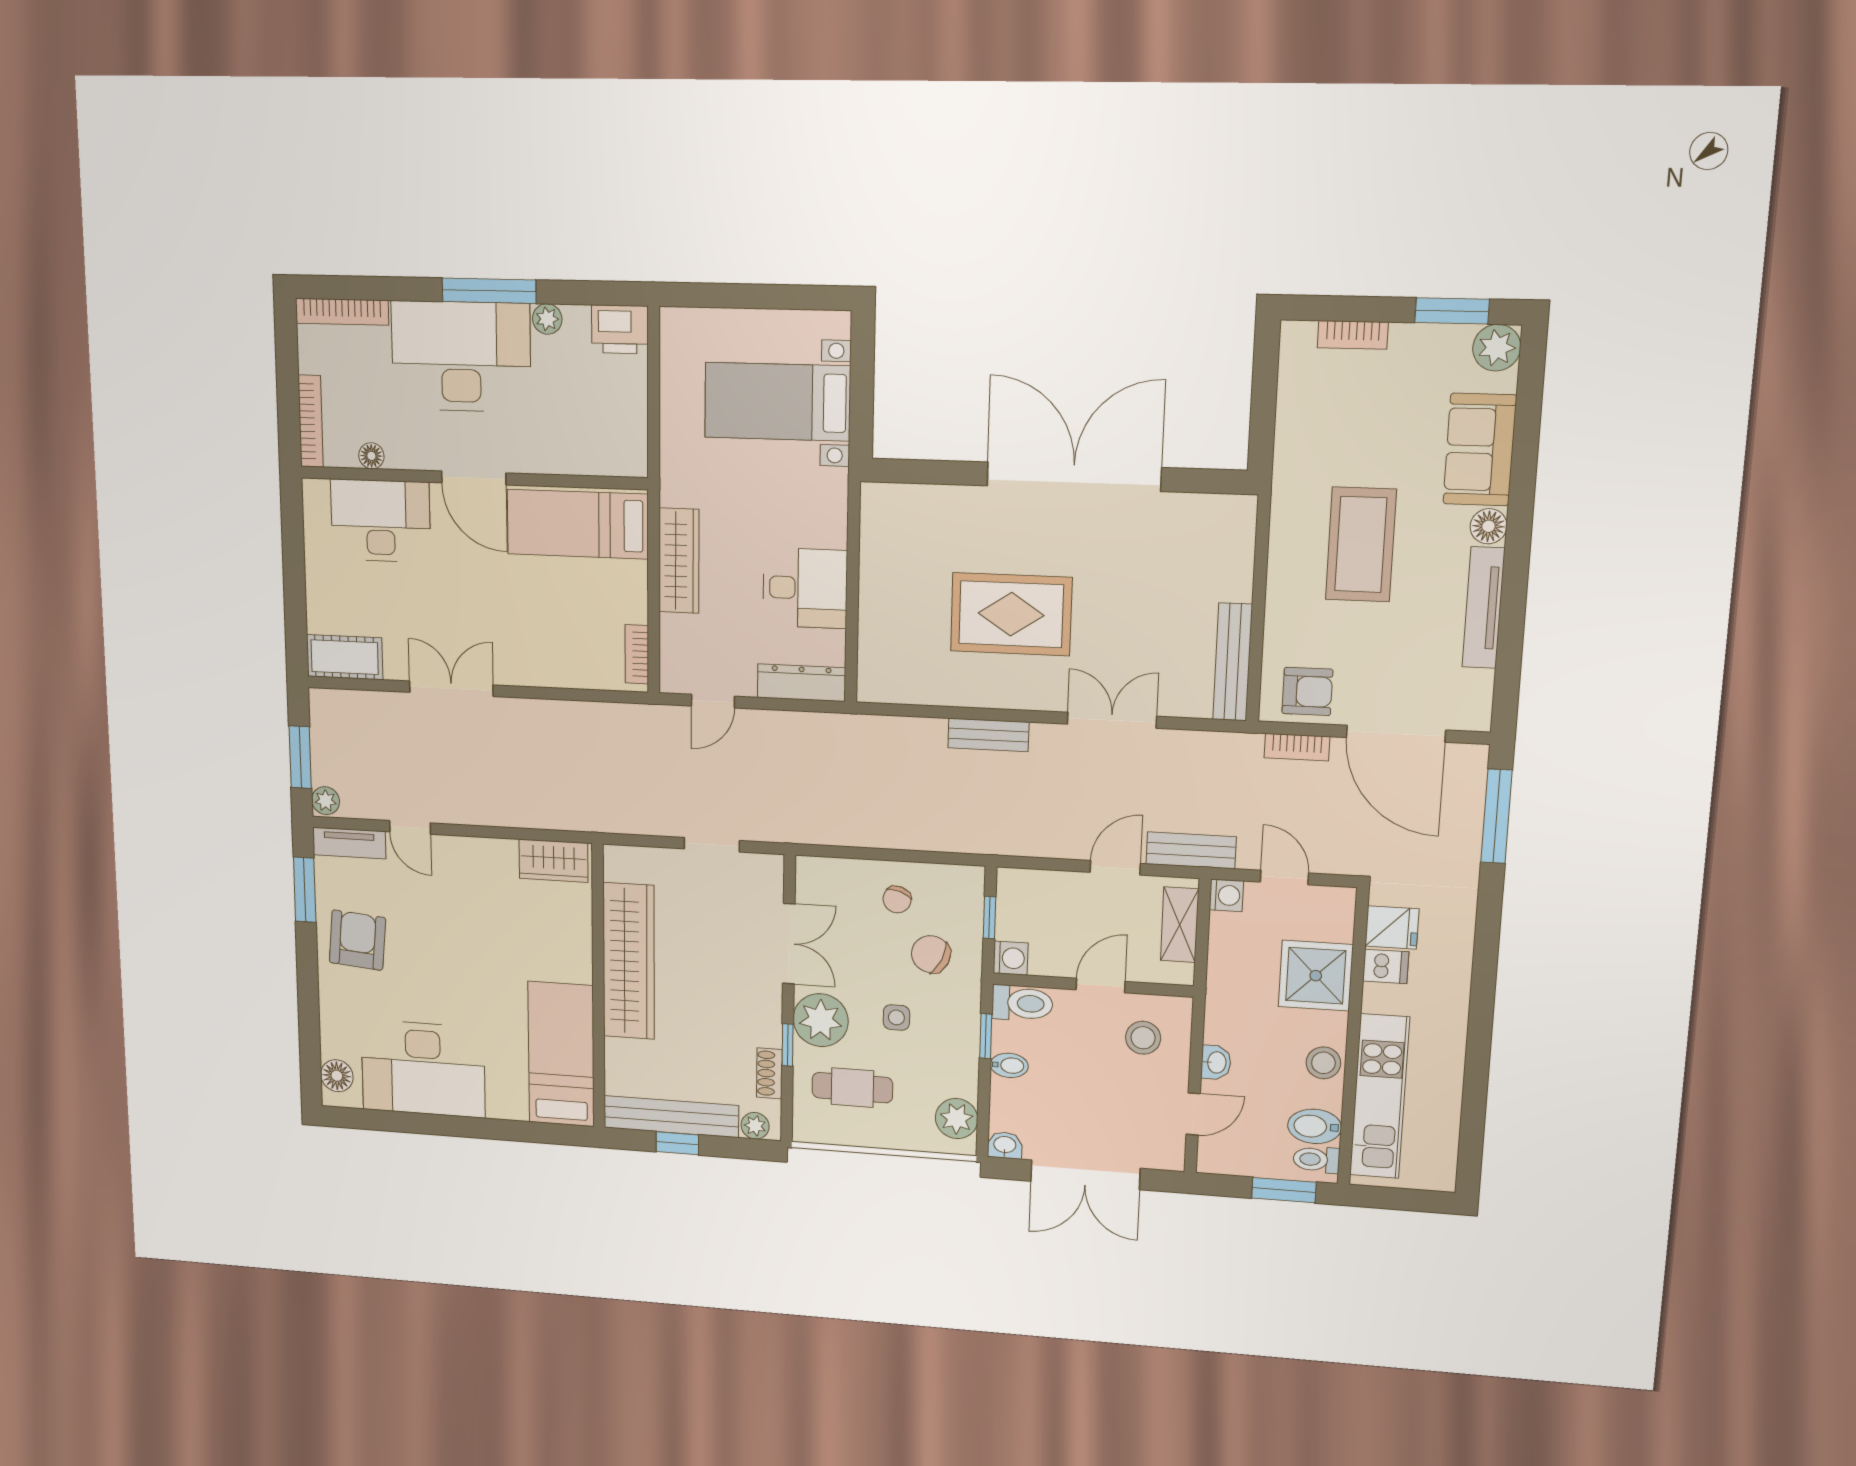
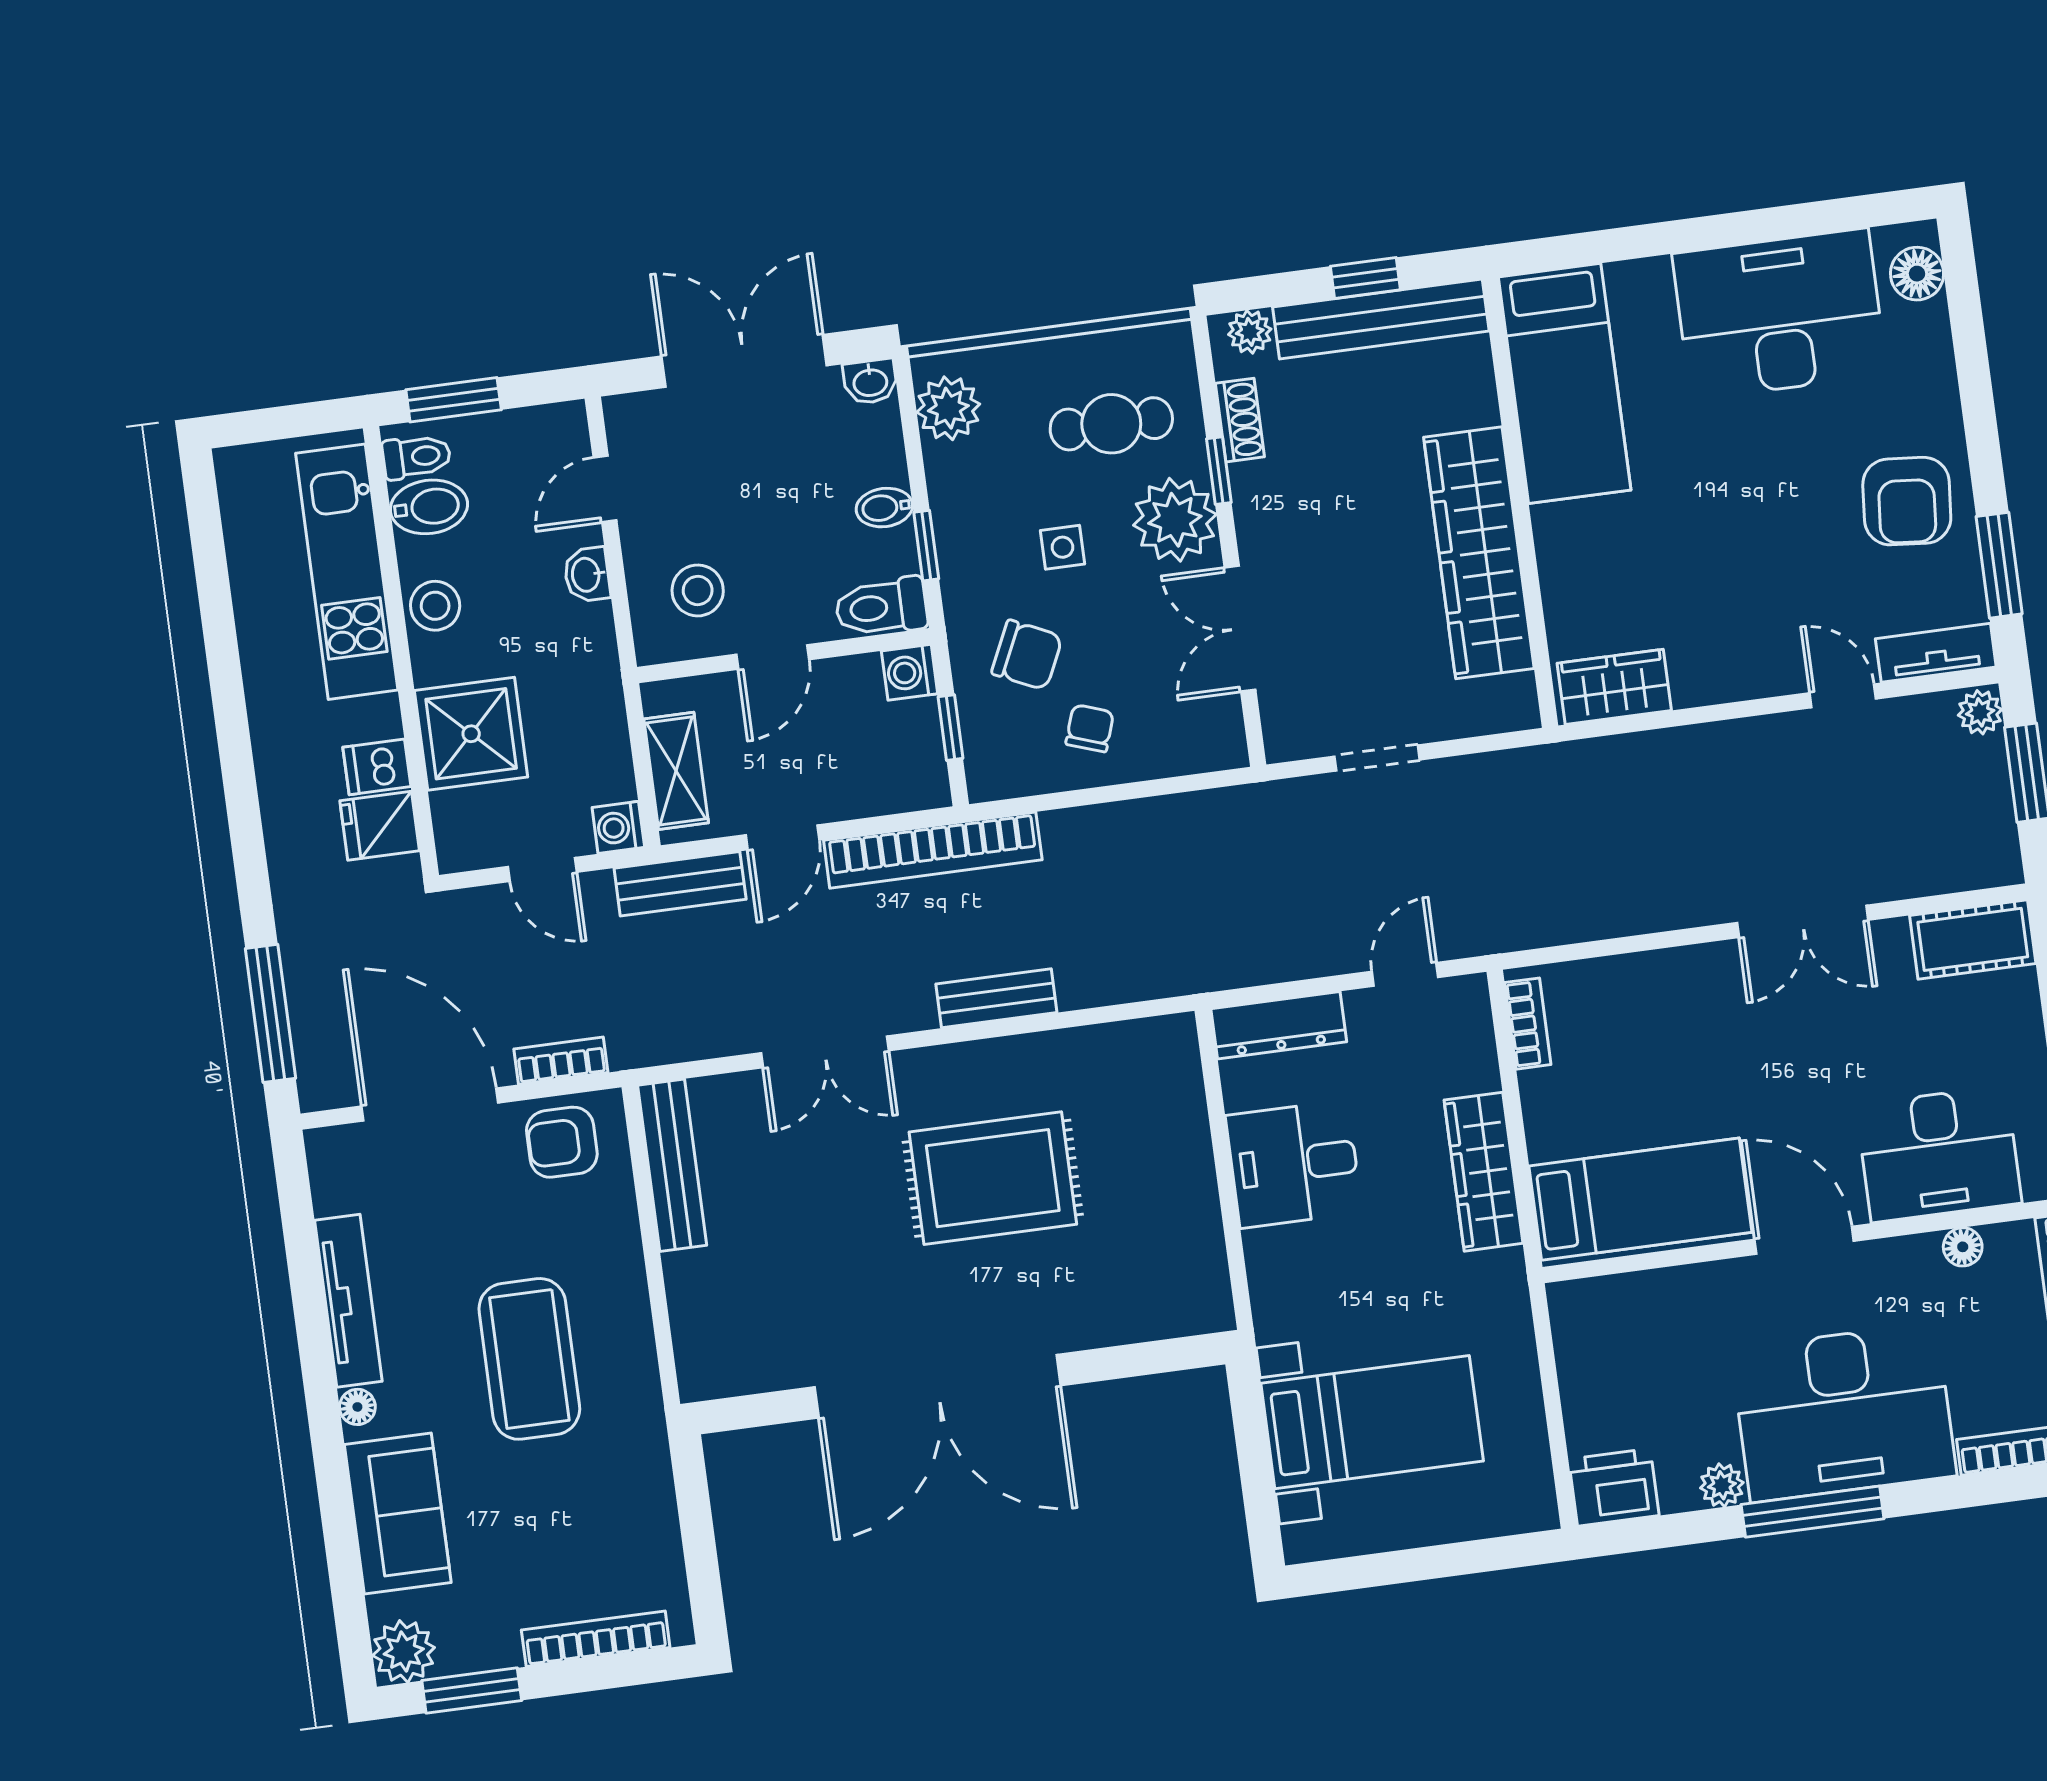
bookcase: (1353, 335) -> (596, 1639), width x1.56
floor lamp: (1489, 526) -> (357, 1407), width x0.73, depth x0.73
bookcase: (1015, 840) -> (933, 850), added

